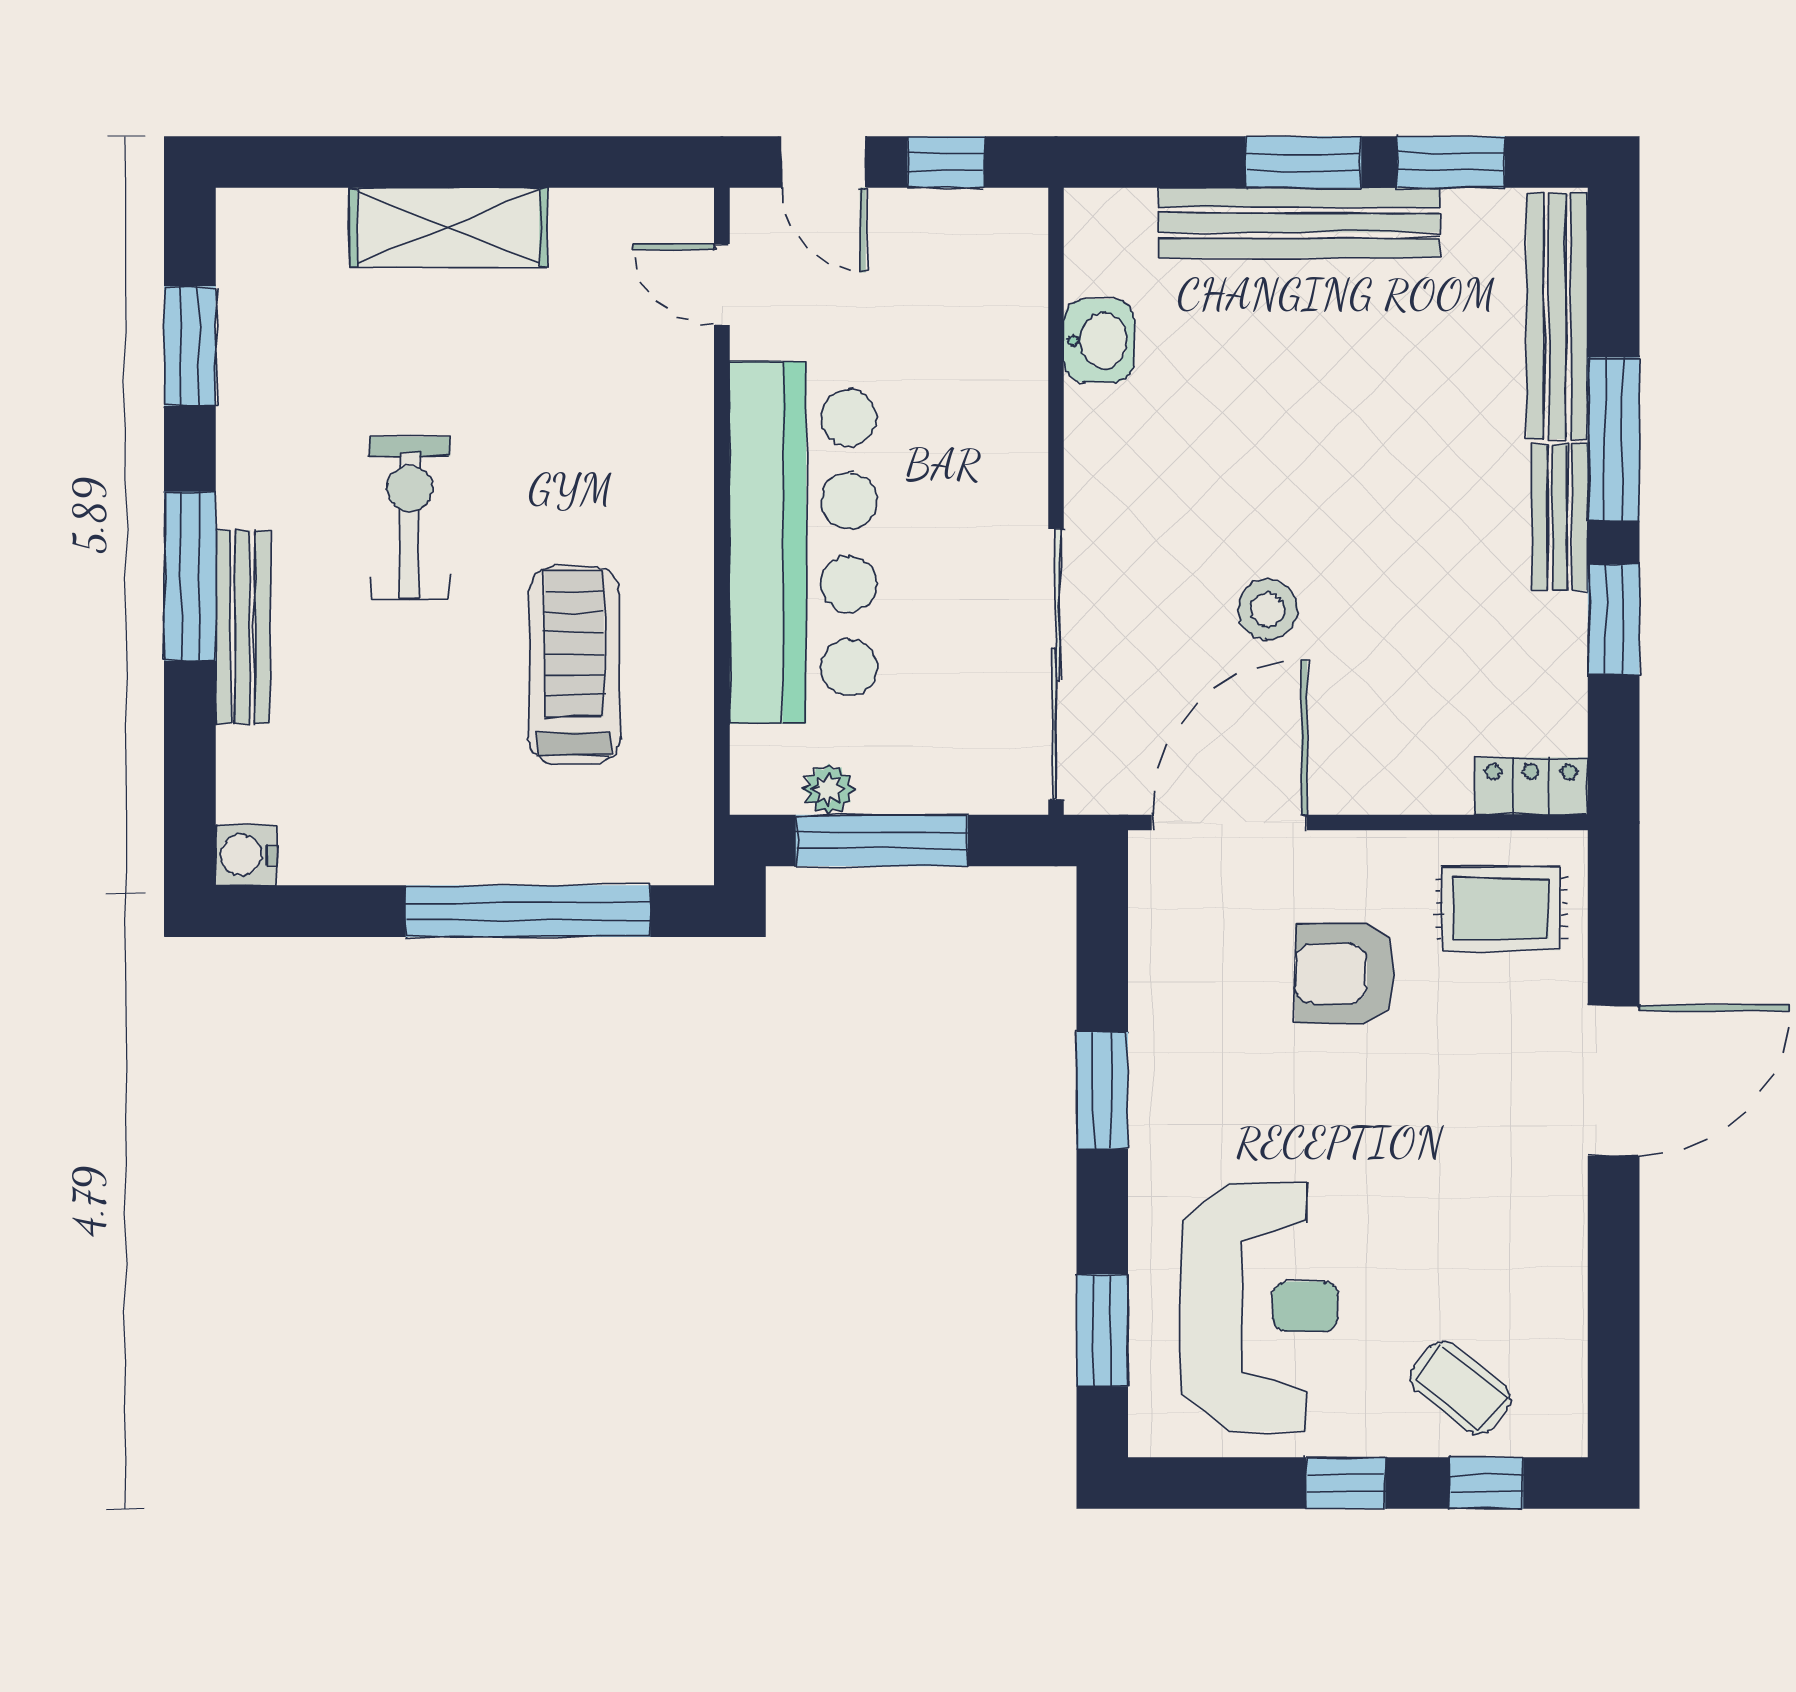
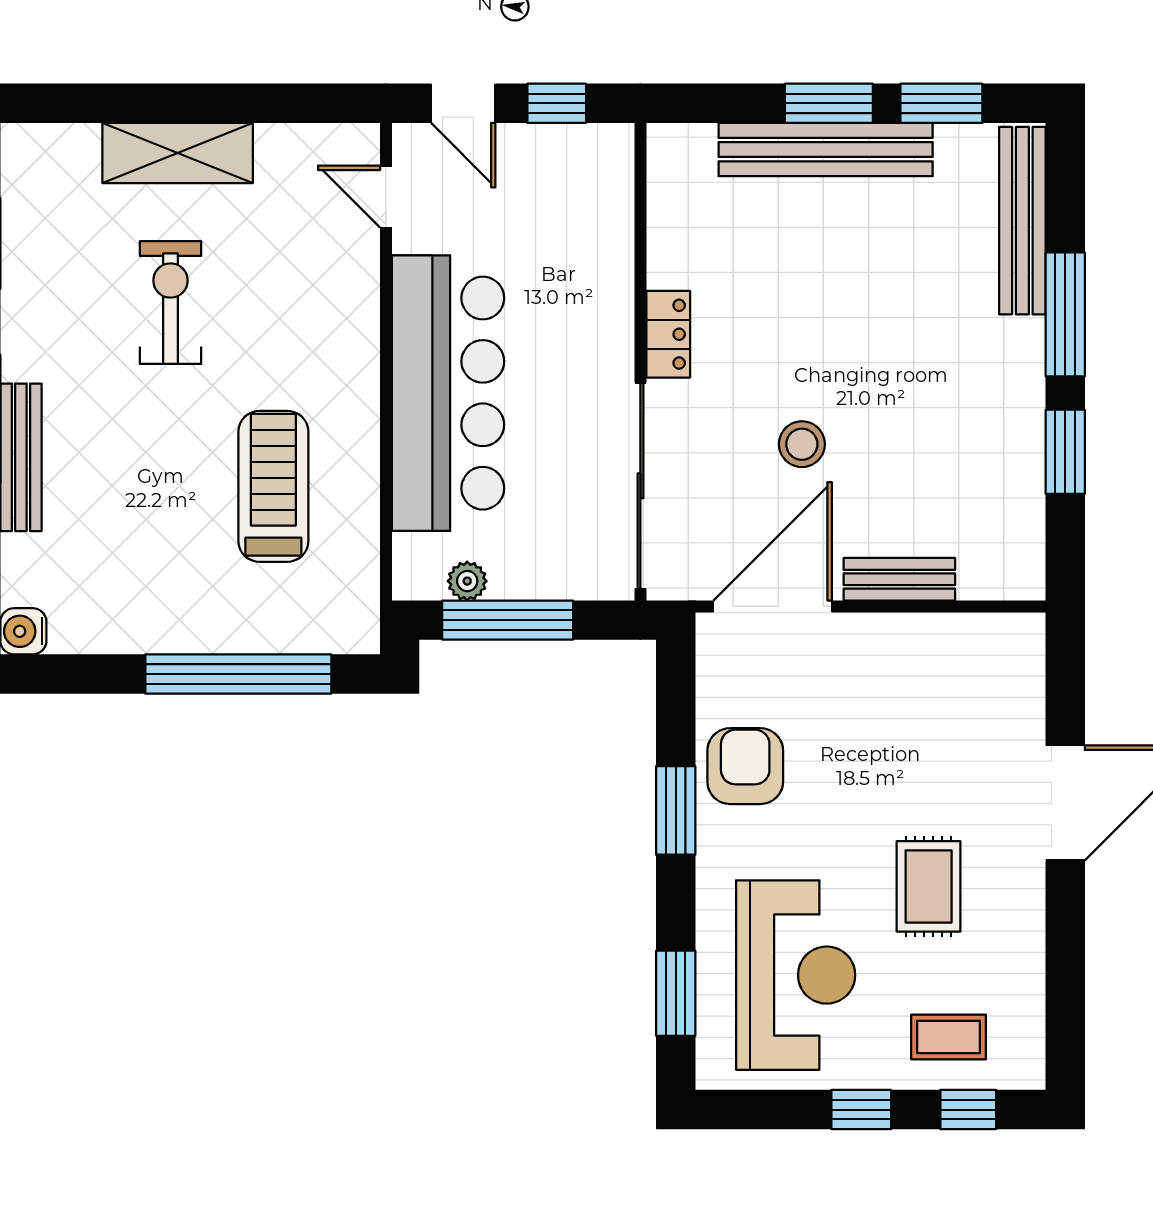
washbasin: (1099, 341) -> (673, 239), removed
exercise bike: (410, 517) -> (170, 303), moved
bench: (1560, 517) -> (899, 579), moved, turned 90
locker: (1531, 786) -> (668, 334), moved, turned 90
rug: (1501, 909) -> (929, 886), moved, turned 90
armchair: (1345, 974) -> (745, 766), moved, turned 90
coffee table: (1460, 1388) -> (949, 1037), turned -38

